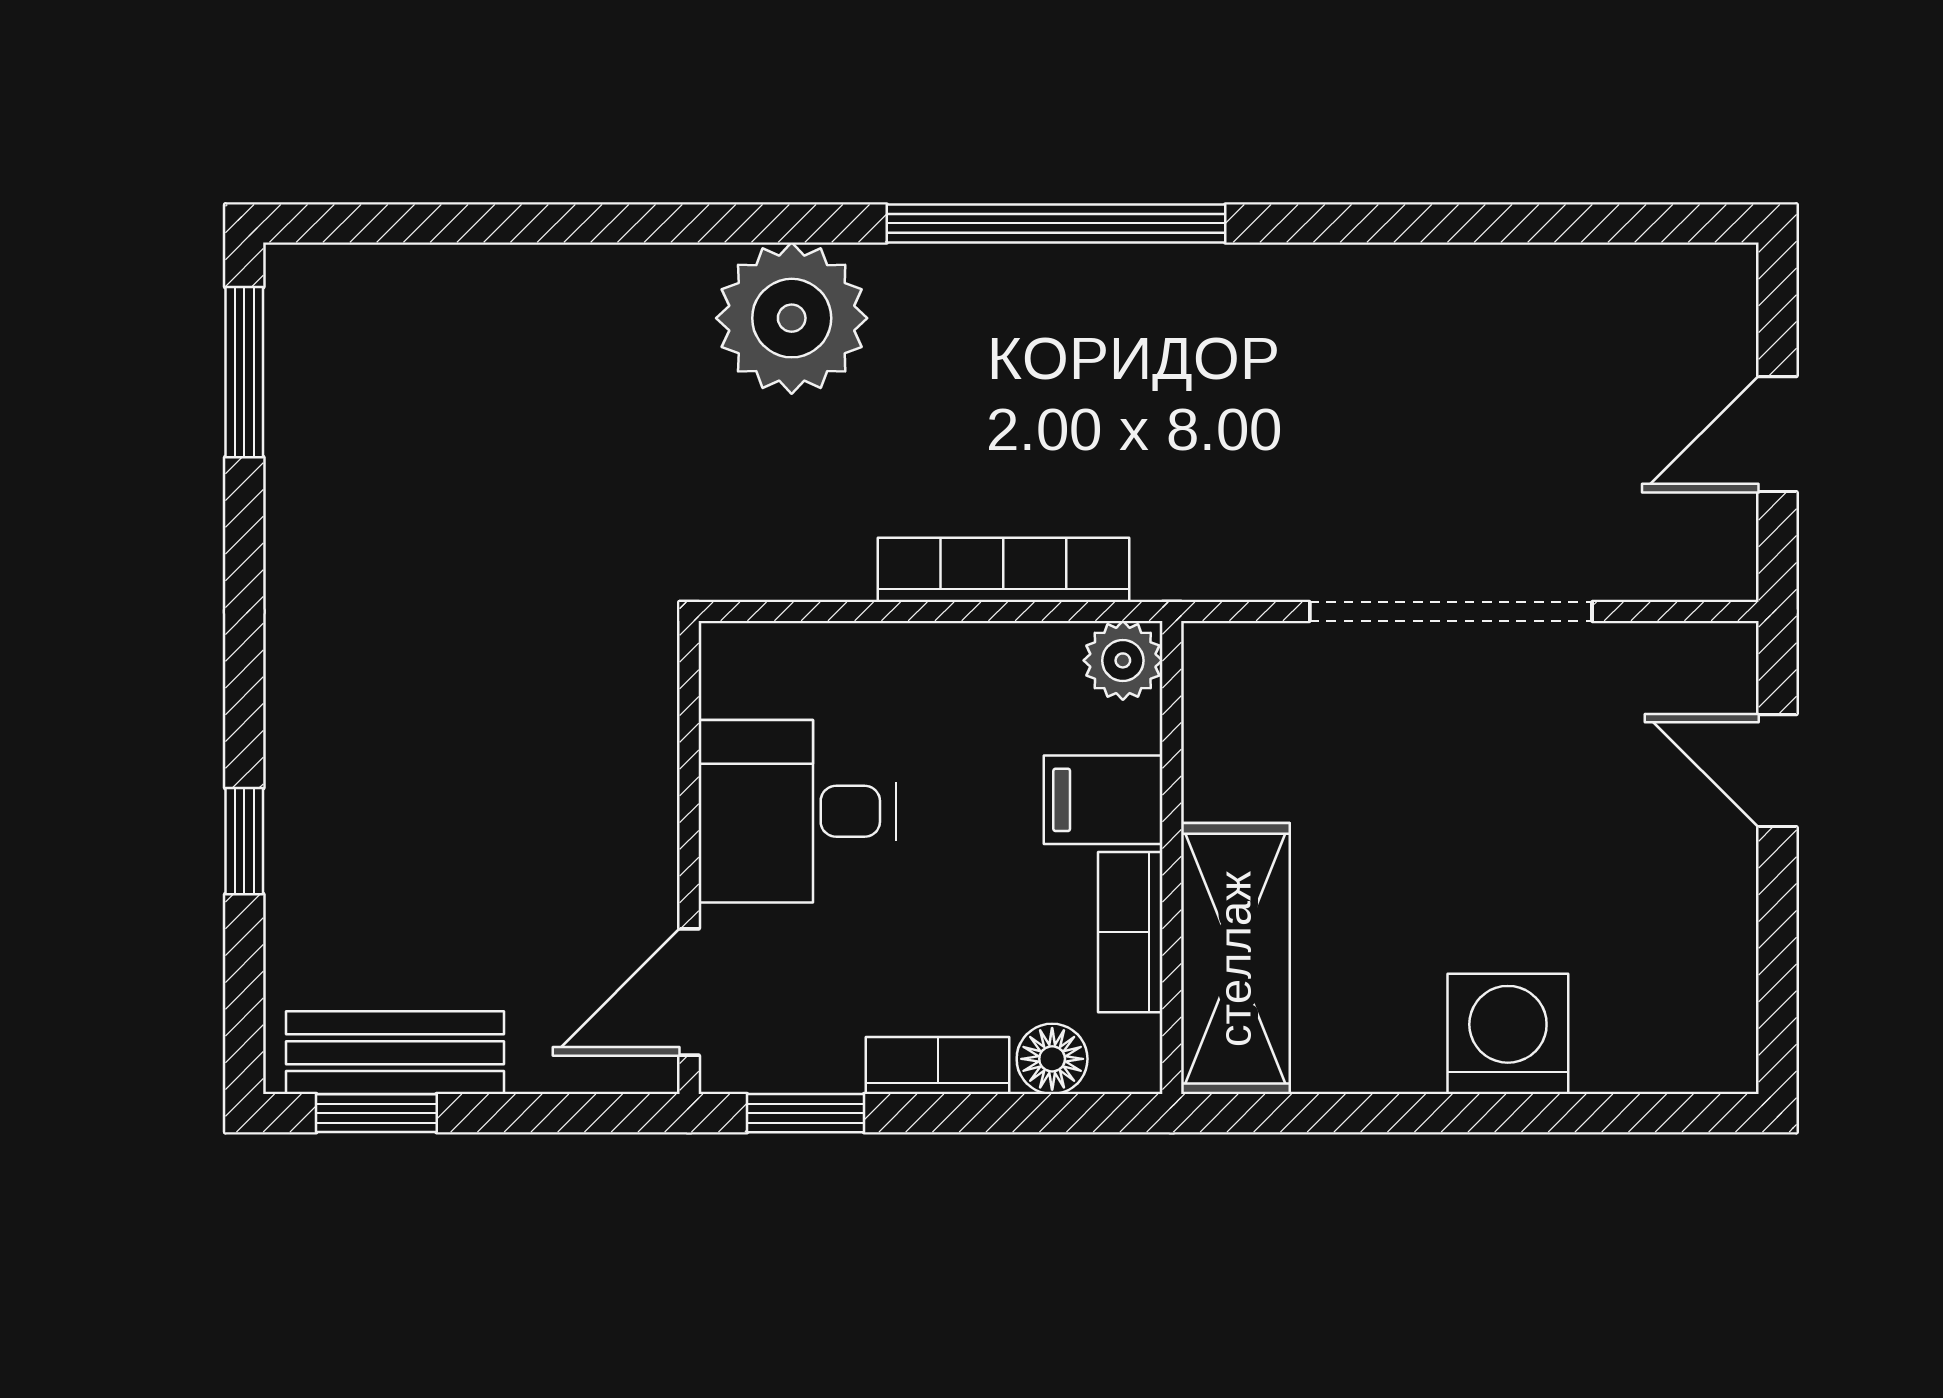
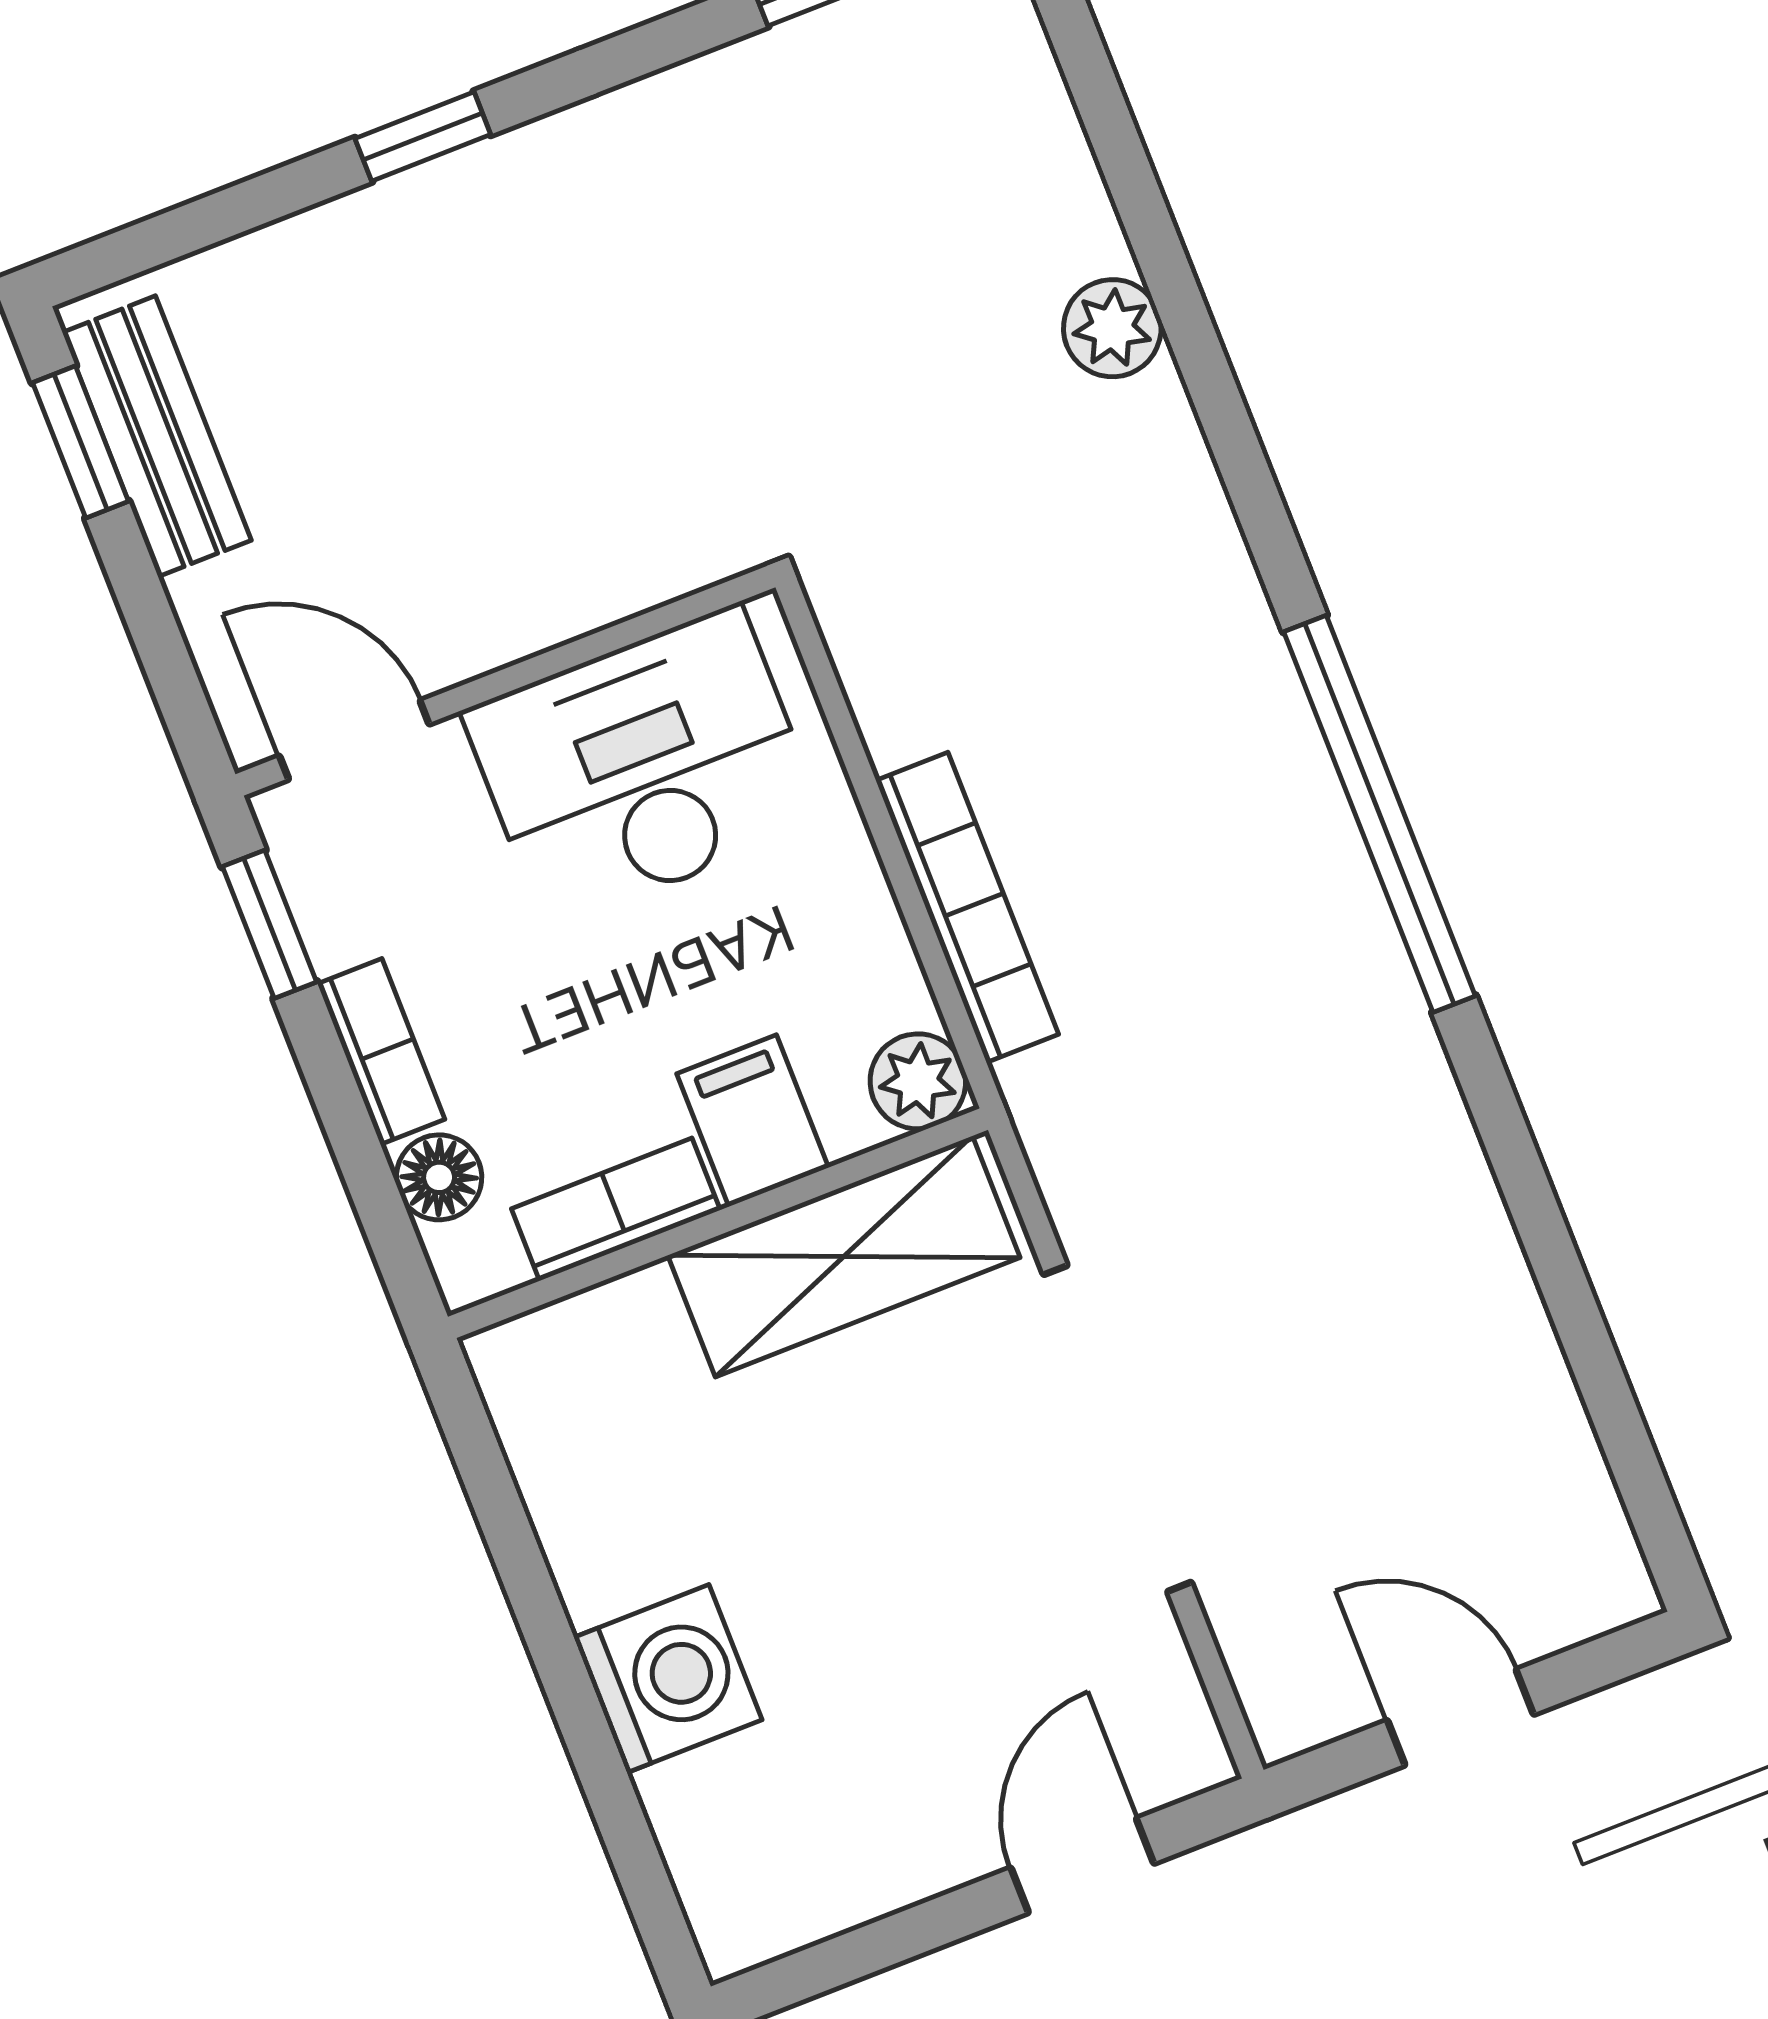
plant: (792, 318) -> (1112, 328), moved, width x0.53, depth x0.53
desk: (797, 811) -> (643, 767), width x1.37
window: (244, 841) -> (423, 137), moved
shelving: (1235, 959) -> (844, 1256), moved

